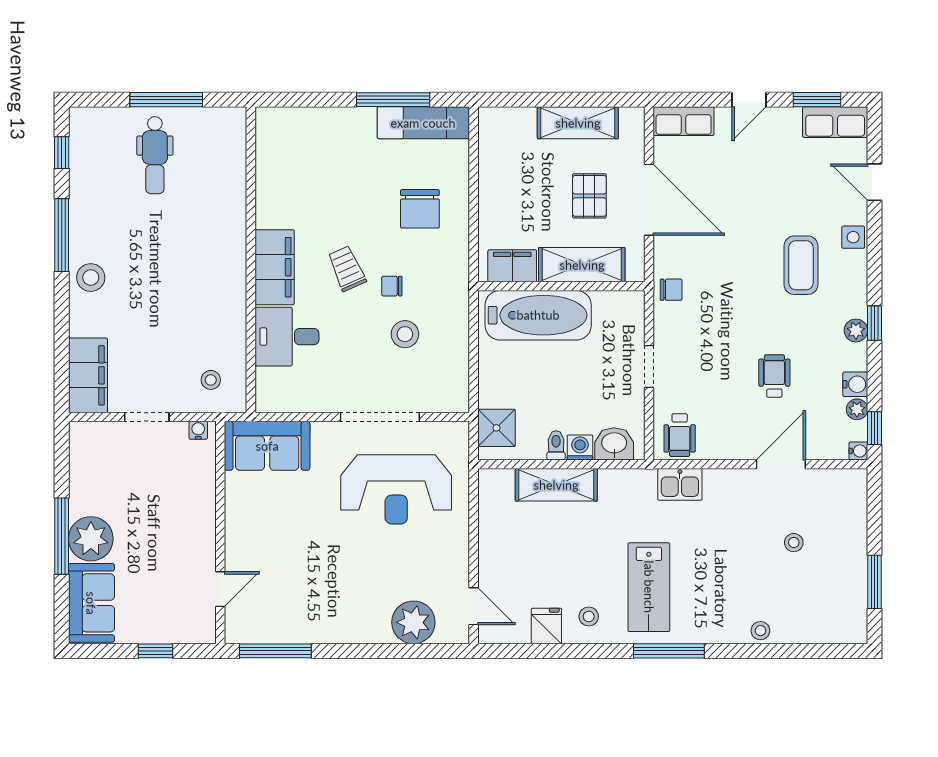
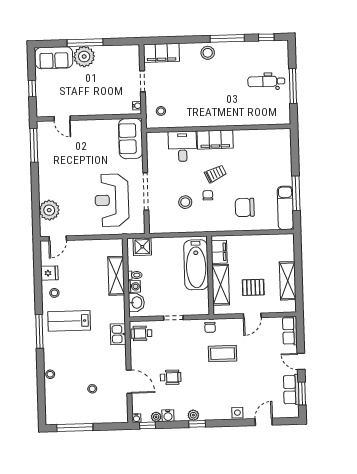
row of seats: (835, 122) -> (291, 390), moved
door: (649, 200) -> (252, 316), width x0.53
coffee table: (801, 265) -> (223, 354), moved
window: (874, 582) -> (75, 428), width x1.44

